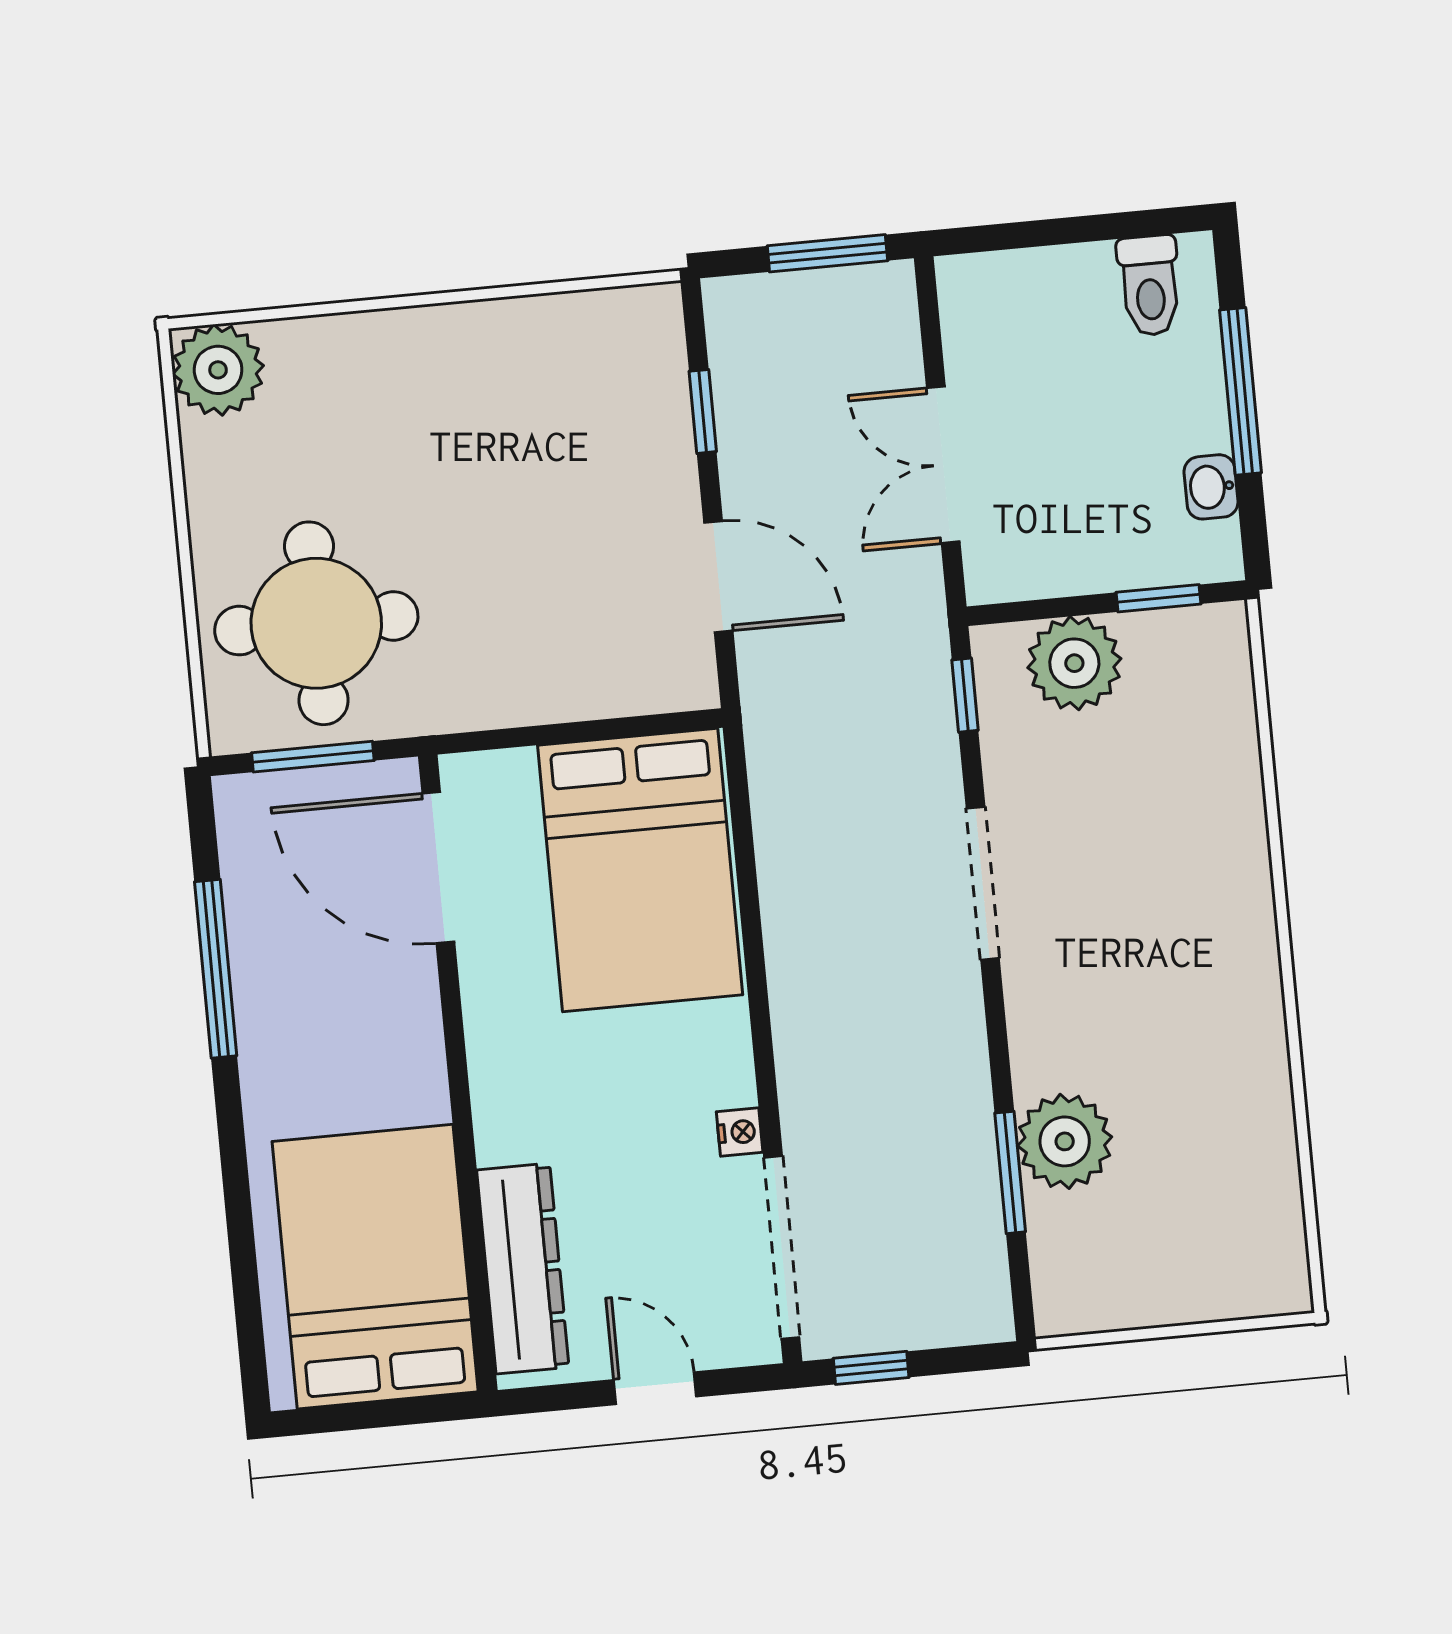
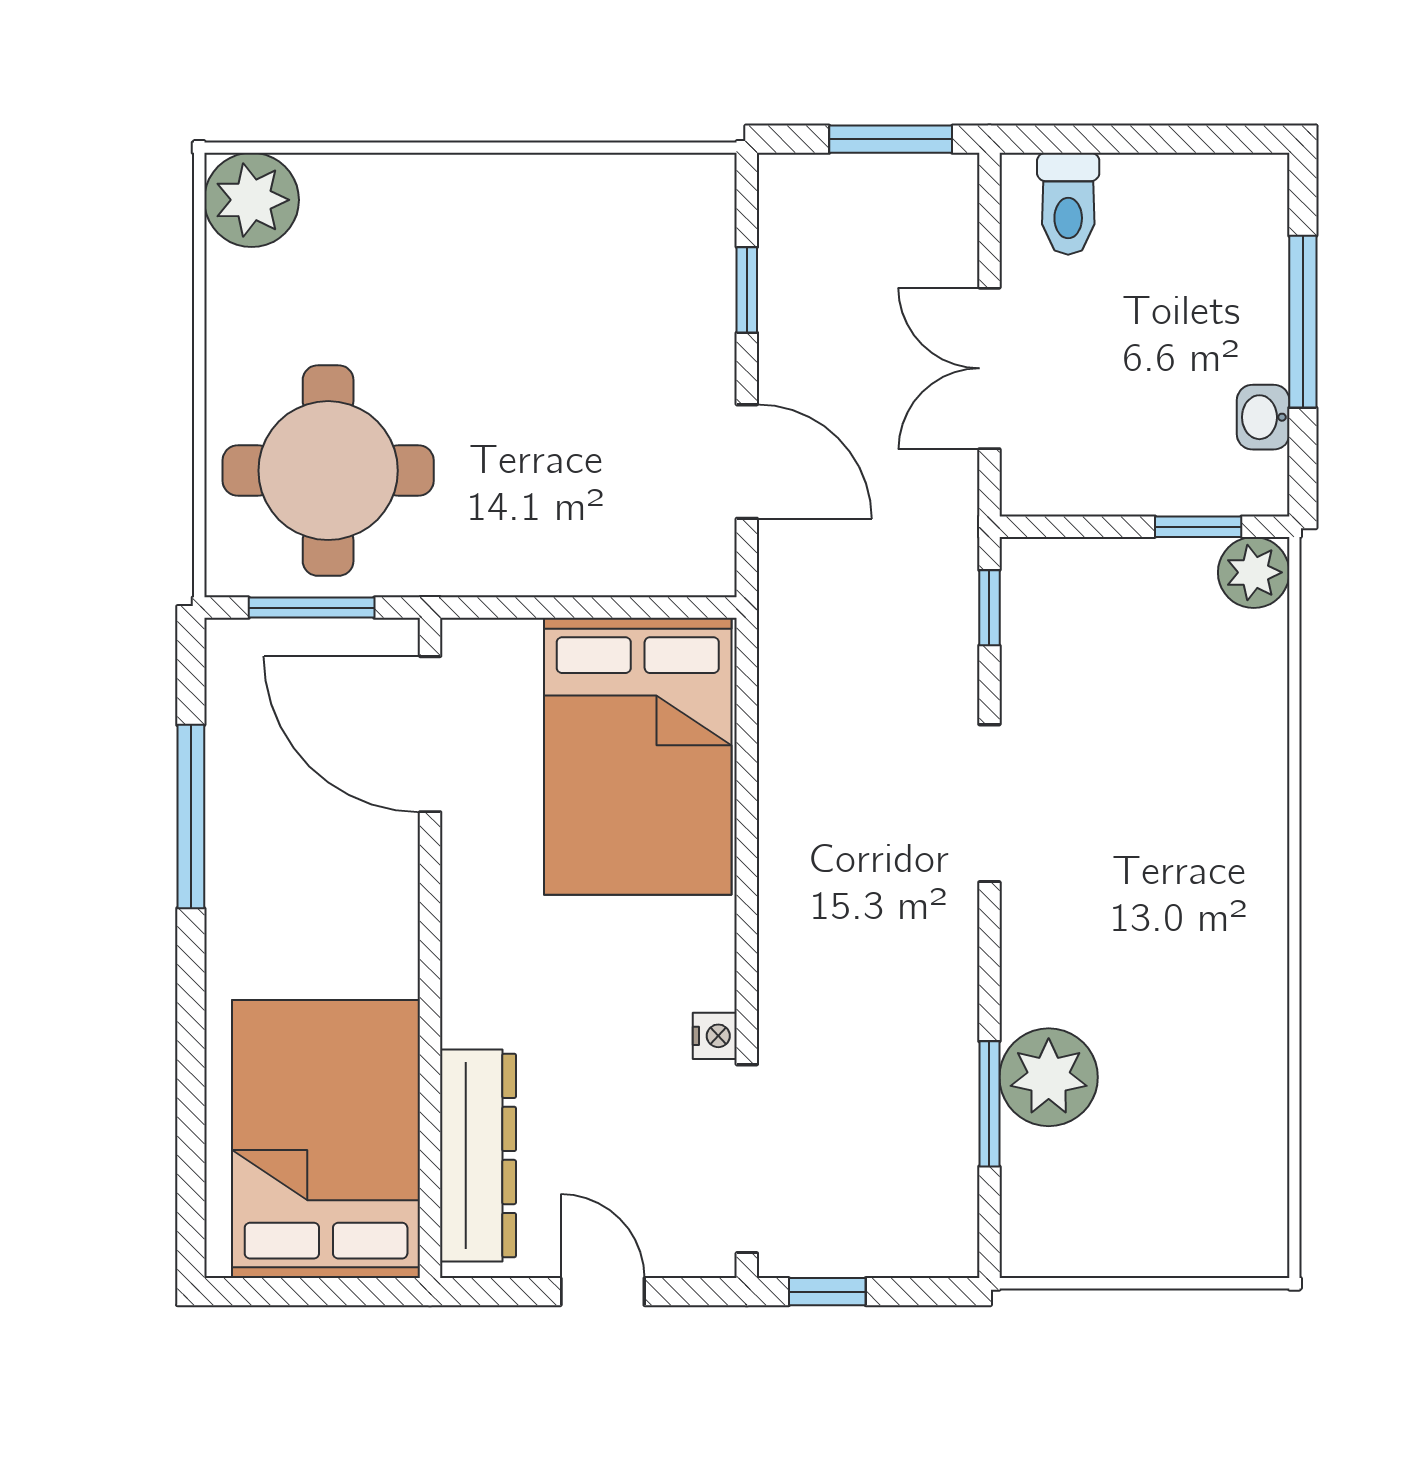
toilet: (1150, 286) -> (1068, 204), moved
plant: (1074, 663) -> (1254, 572), moved, width x0.73, depth x0.73

